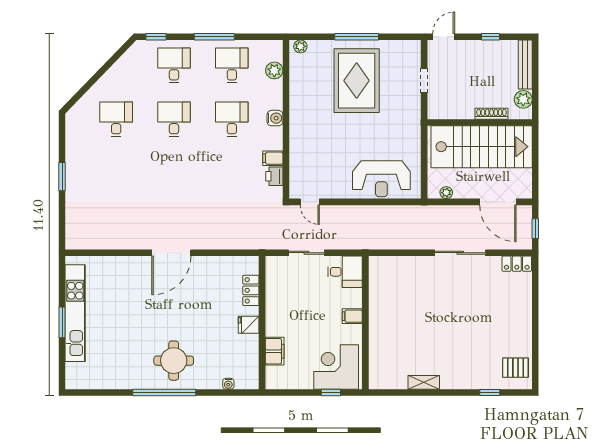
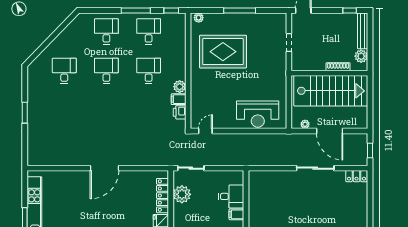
window: (156, 37) -> (171, 11), moved
window: (490, 37) -> (350, 11), moved
plant: (274, 70) -> (180, 87), moved
rug: (357, 81) -> (223, 52), moved, turned 90
water cooler: (275, 118) -> (180, 70), removed
door: (310, 202) -> (205, 131), swing flipped
door: (498, 202) -> (330, 131), moved
sliding door: (306, 253) -> (191, 168), moved
desk: (345, 272) -> (231, 196), moved
plant: (277, 289) -> (182, 194), added
locker: (251, 290) -> (162, 196), width x1.53

